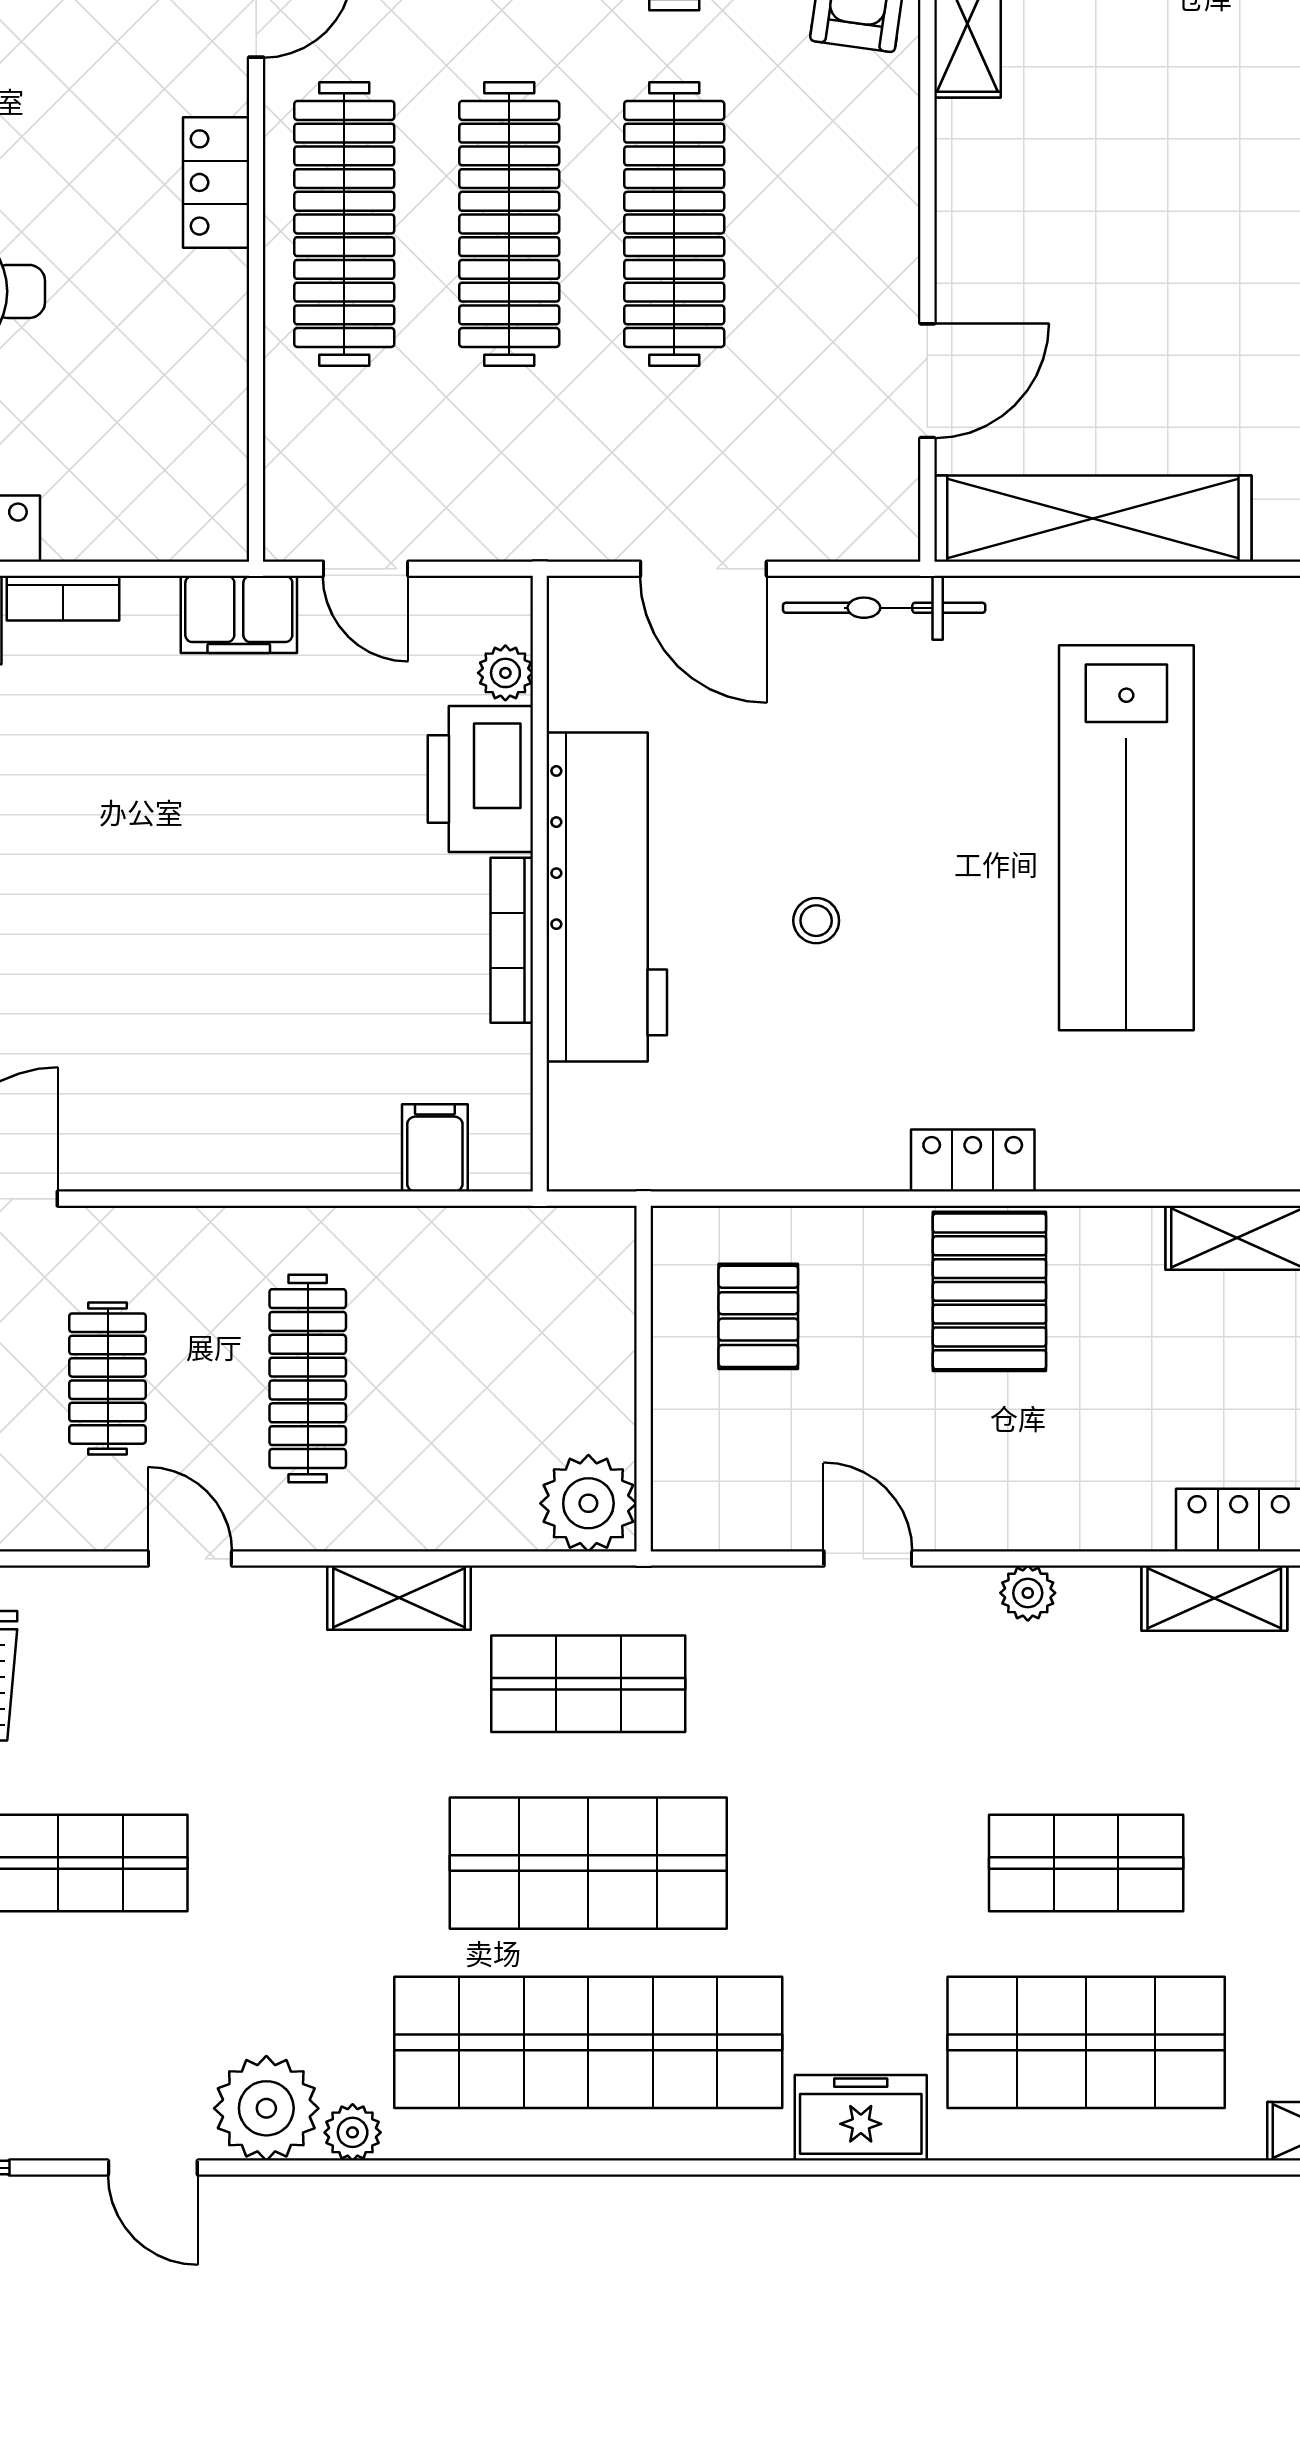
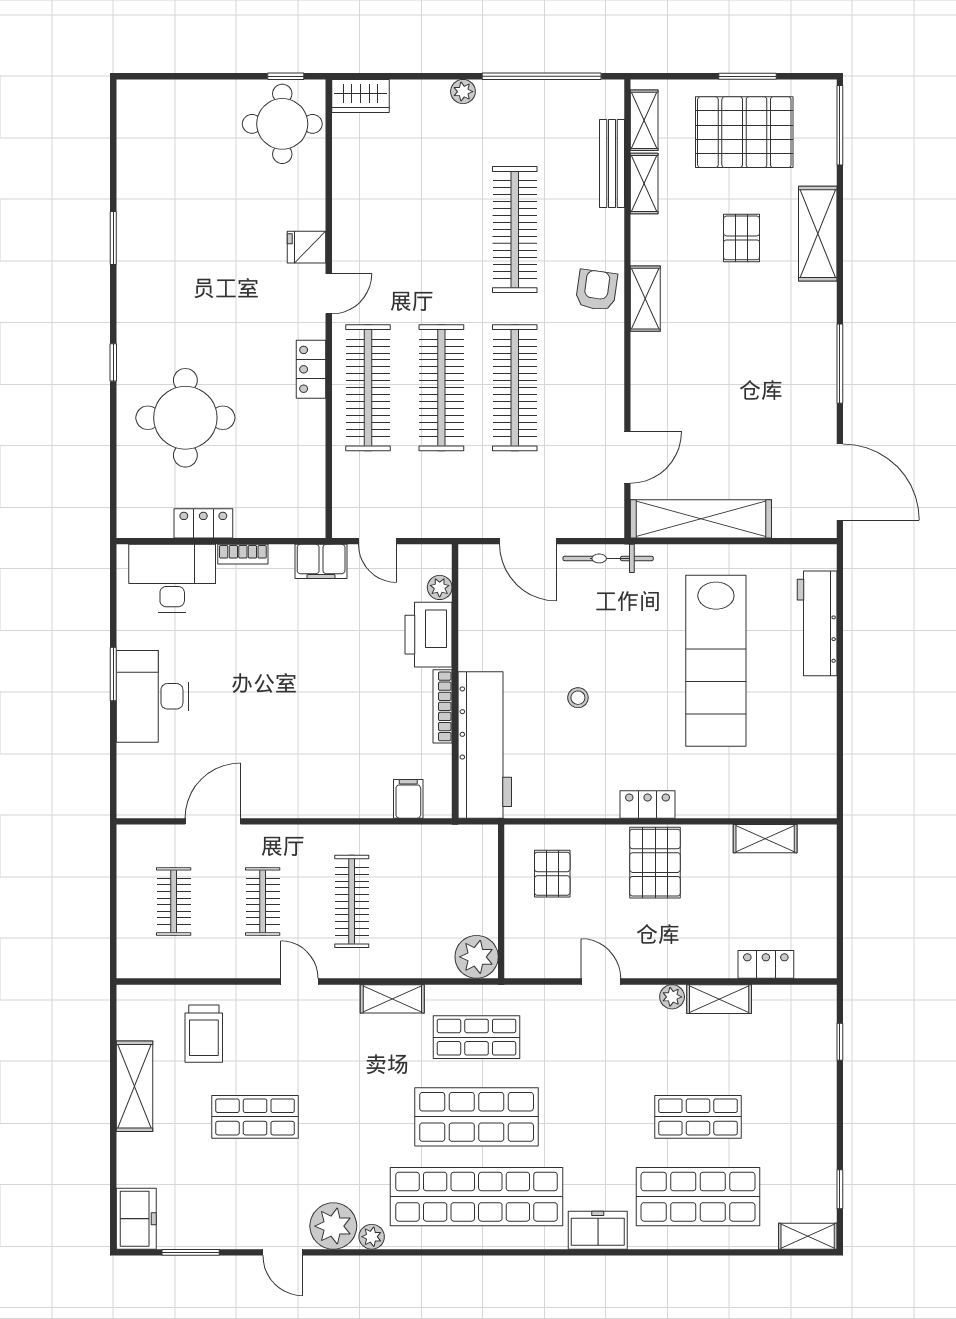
workbench: (607, 897) -> (485, 745), moved
shelving: (1214, 1598) -> (719, 999), moved

